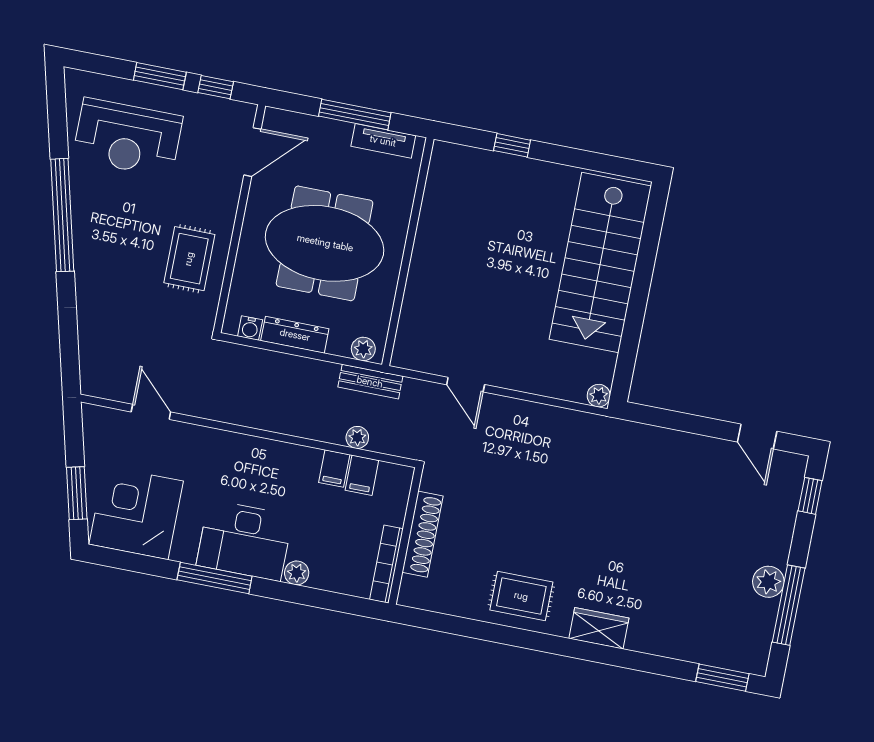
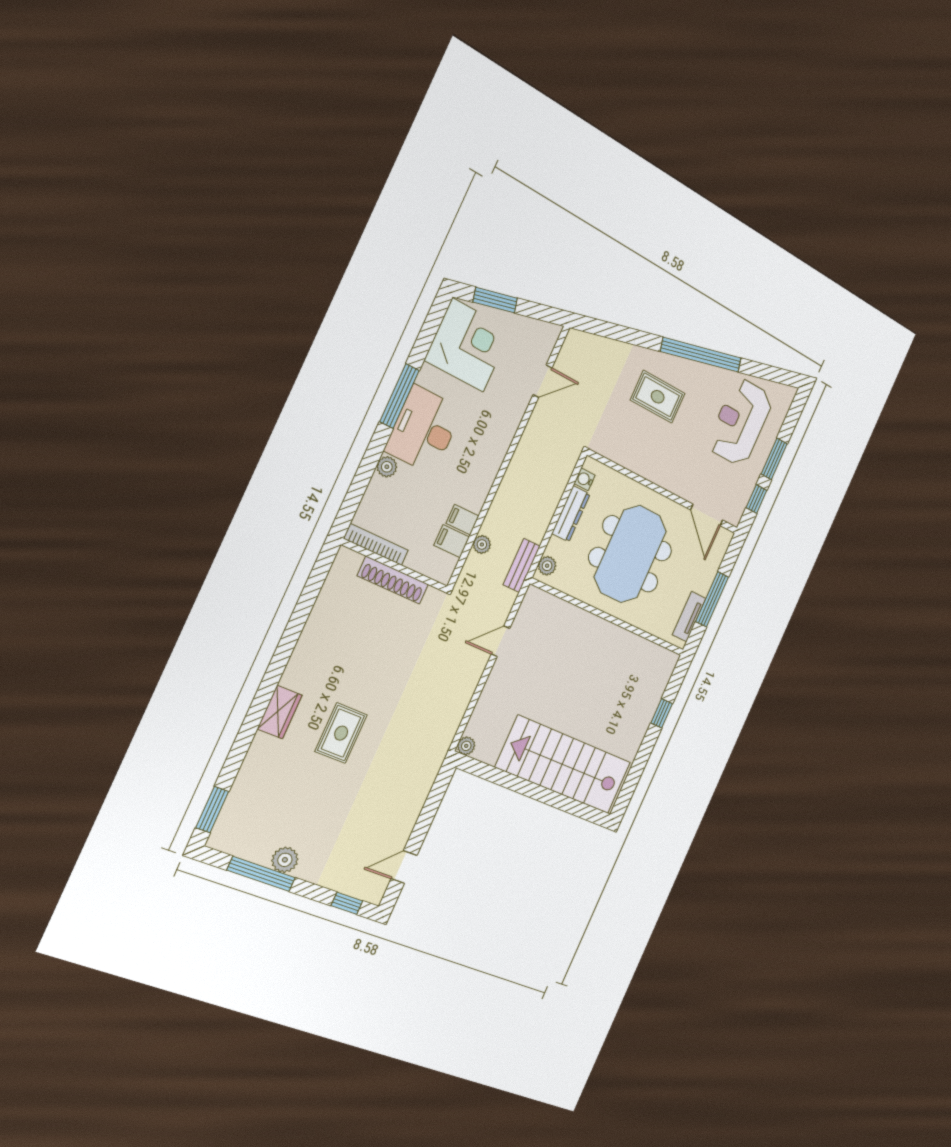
rug: (189, 259) -> (658, 397), moved
rug: (521, 596) -> (341, 733), moved

